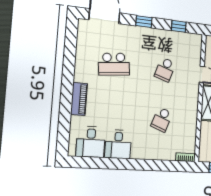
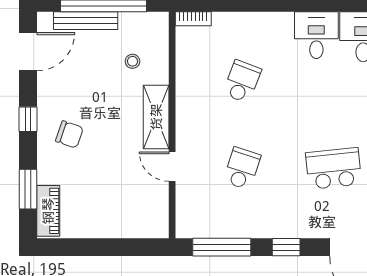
window: (179, 26) -> (222, 247), width x2.17

